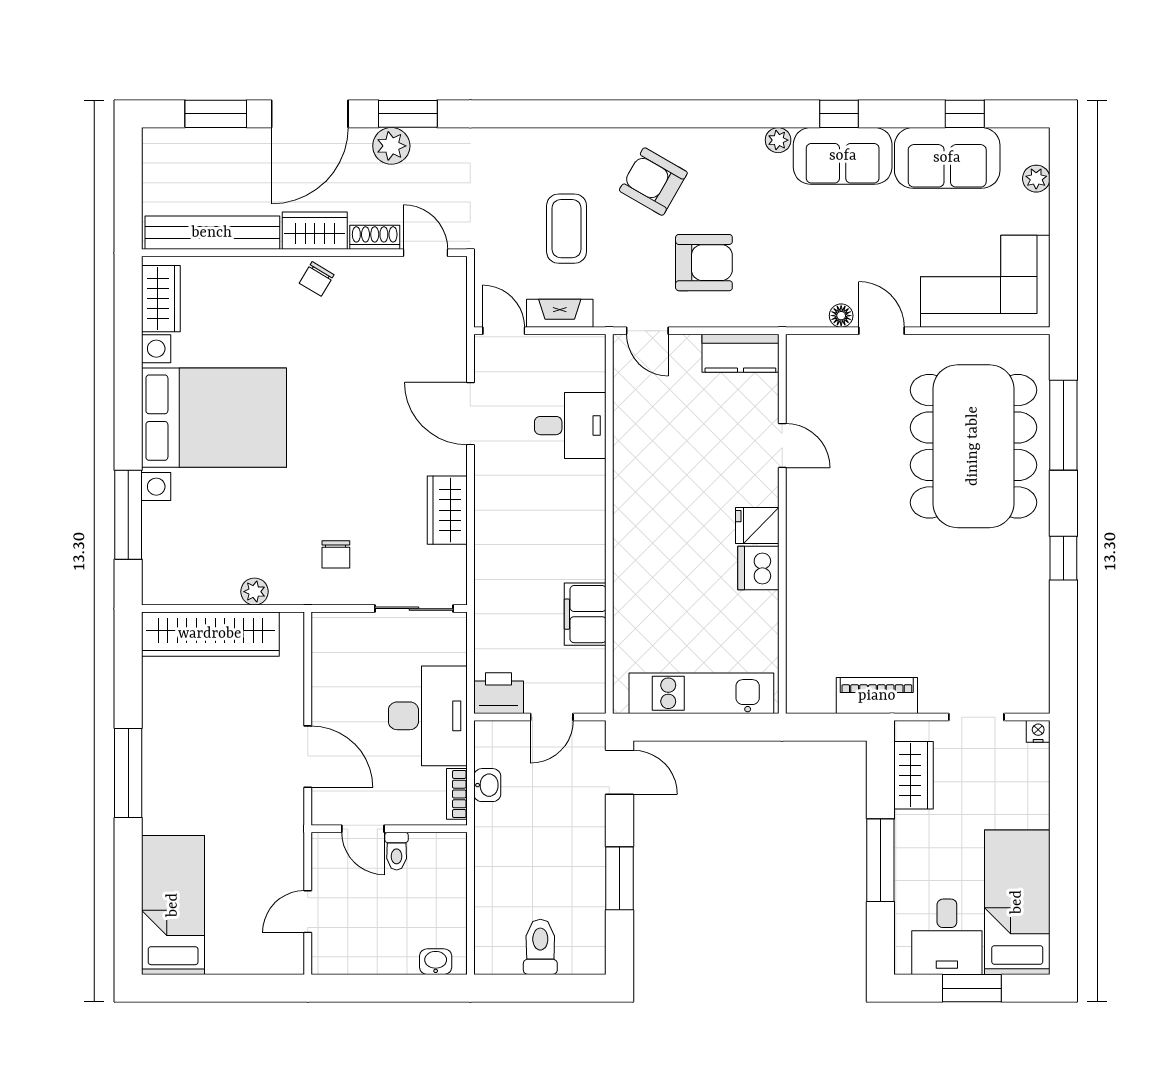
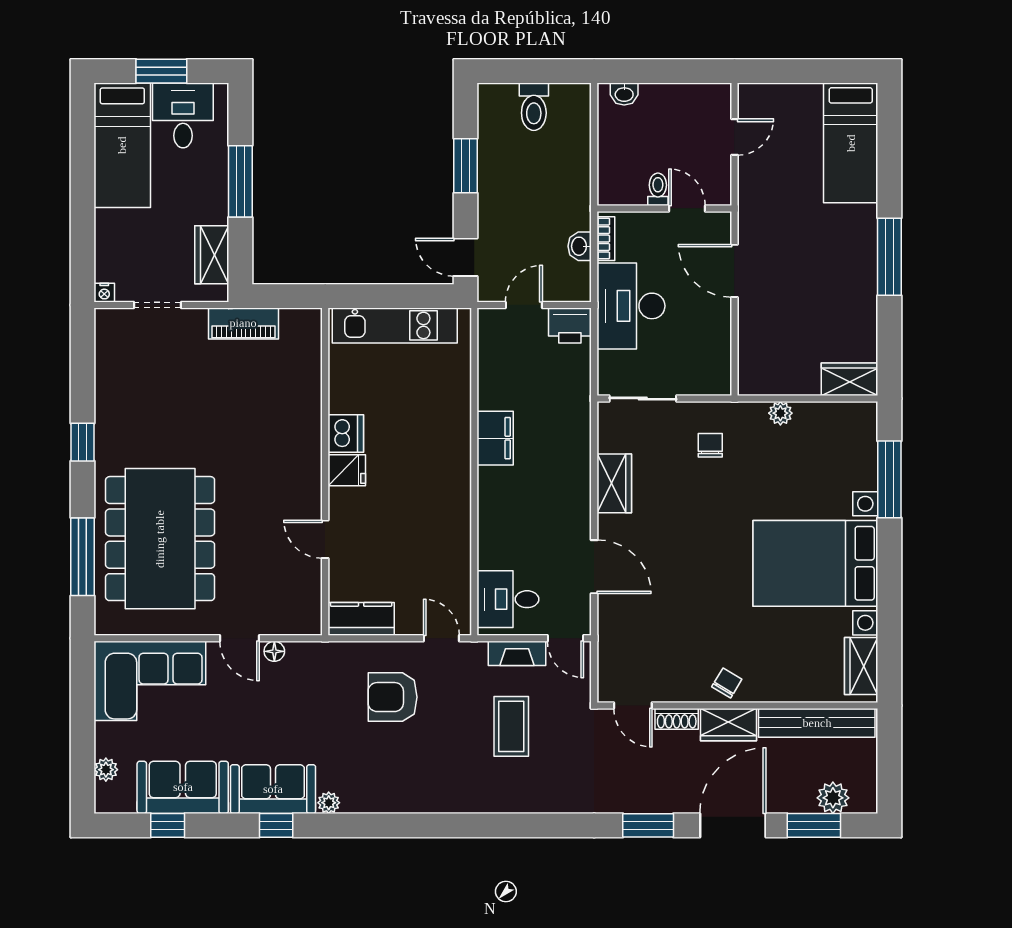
plant: (391, 146) -> (833, 798), moved
armchair: (653, 182) -> (436, 767), removed
desk: (570, 426) -> (508, 599), moved
filing cabinet: (585, 614) -> (495, 438), moved
wardrobe: (210, 634) -> (850, 379), width x0.48, depth x0.85

